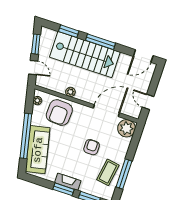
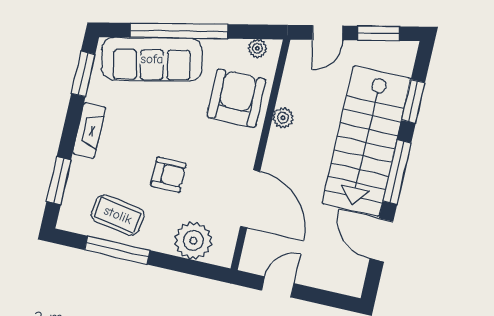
door: (143, 56) -> (381, 240), moved
armchair: (59, 112) -> (236, 98), turned 87
plant: (127, 128) -> (193, 241), moved
window: (64, 189) -> (83, 74), moved

